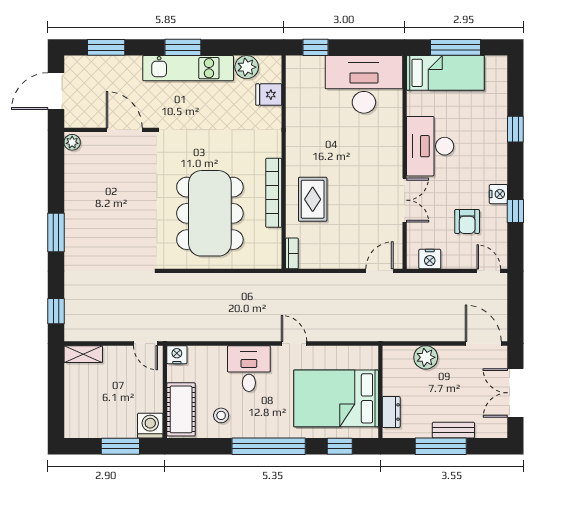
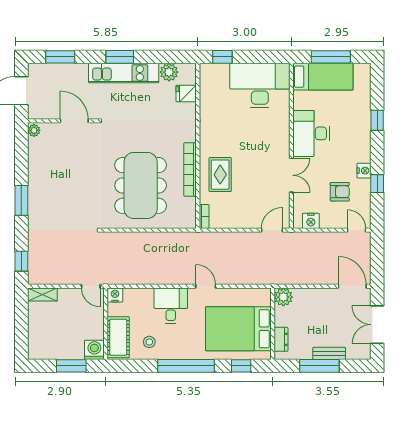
armchair: (467, 221) -> (340, 192), turned -90
plant: (426, 357) -> (283, 297), moved

